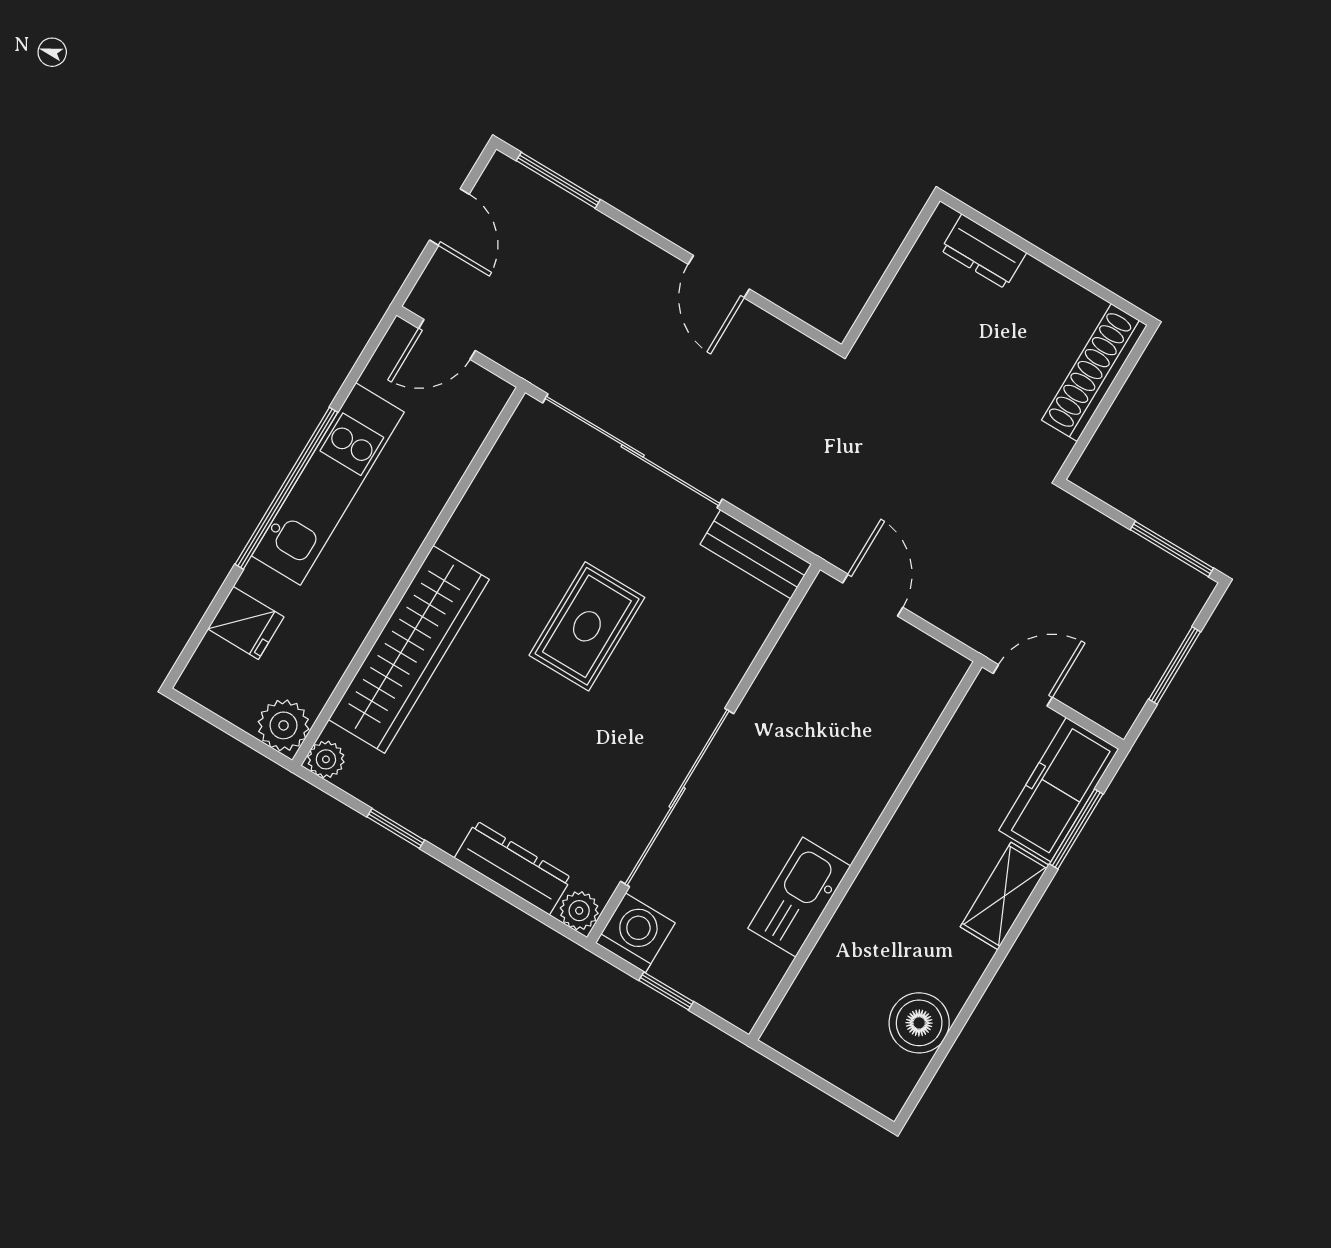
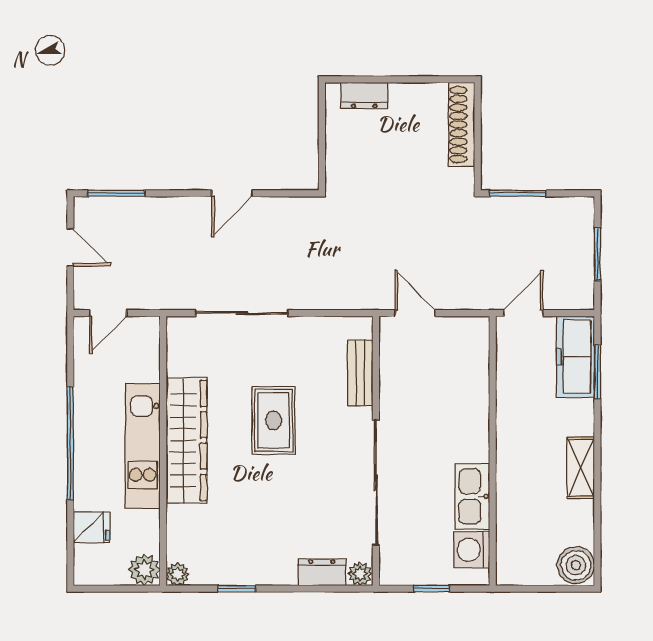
door: (719, 277) -> (232, 193), hinge flipped
sliding door: (633, 451) -> (242, 313), width x0.73
kitchen unit: (328, 484) -> (143, 446), moved, turned 180
window: (1172, 549) -> (518, 193), moved
bench: (756, 554) -> (360, 373), moved, turned 90
wardrobe: (409, 649) -> (187, 440), moved
dresser: (513, 868) -> (322, 572), width x0.70
shelving: (1004, 896) -> (581, 468), moved
washing machine: (635, 933) -> (472, 550), moved, turned -90
boiler: (919, 1023) -> (576, 565), moved

